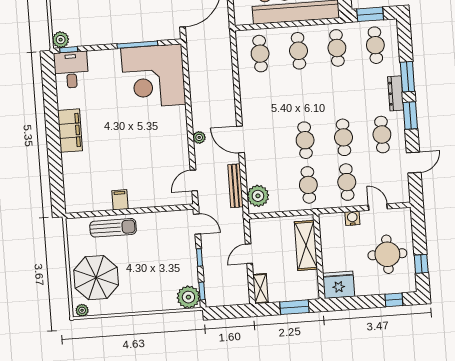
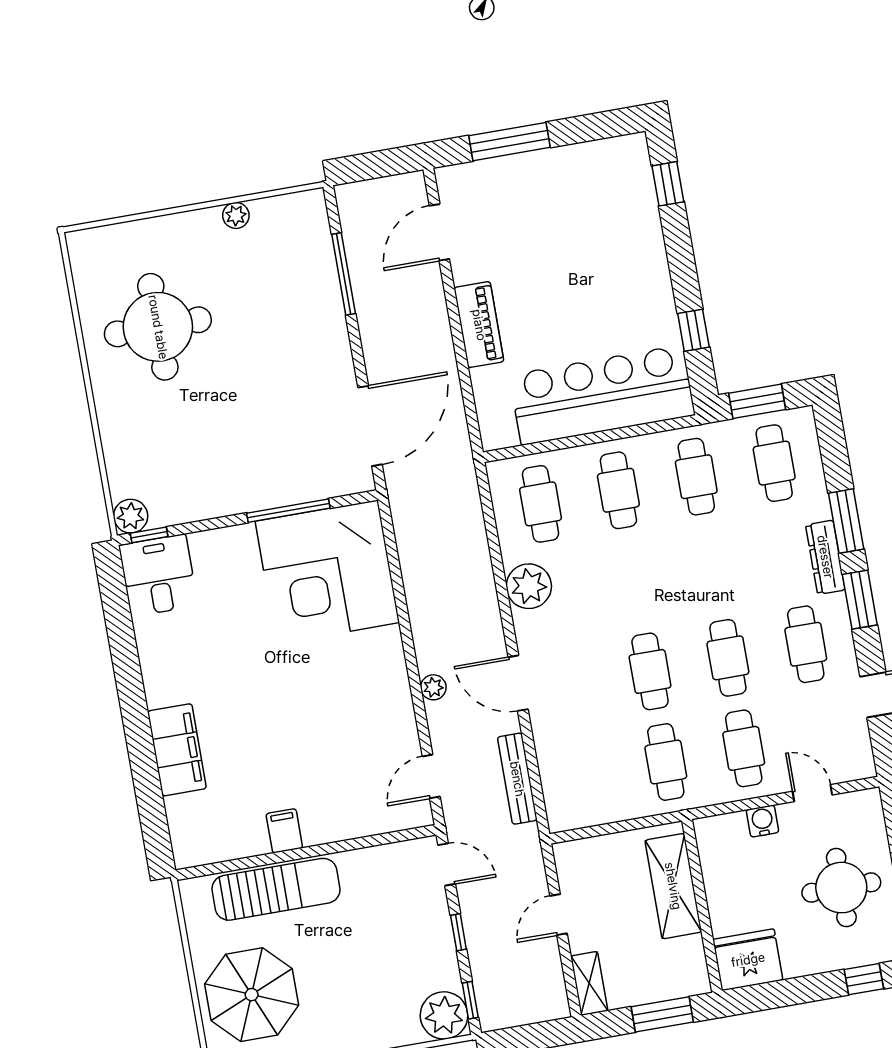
filing cabinet: (70, 131) -> (177, 750), moved
plant: (258, 196) -> (529, 586), moved
sun lounger: (113, 228) -> (276, 889), width x1.36, depth x1.34

